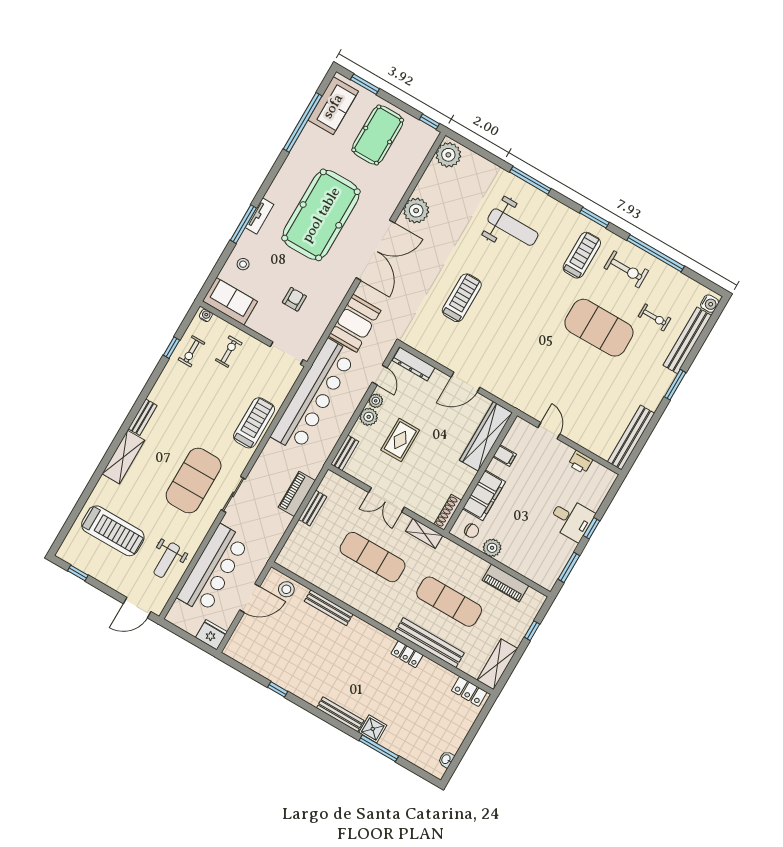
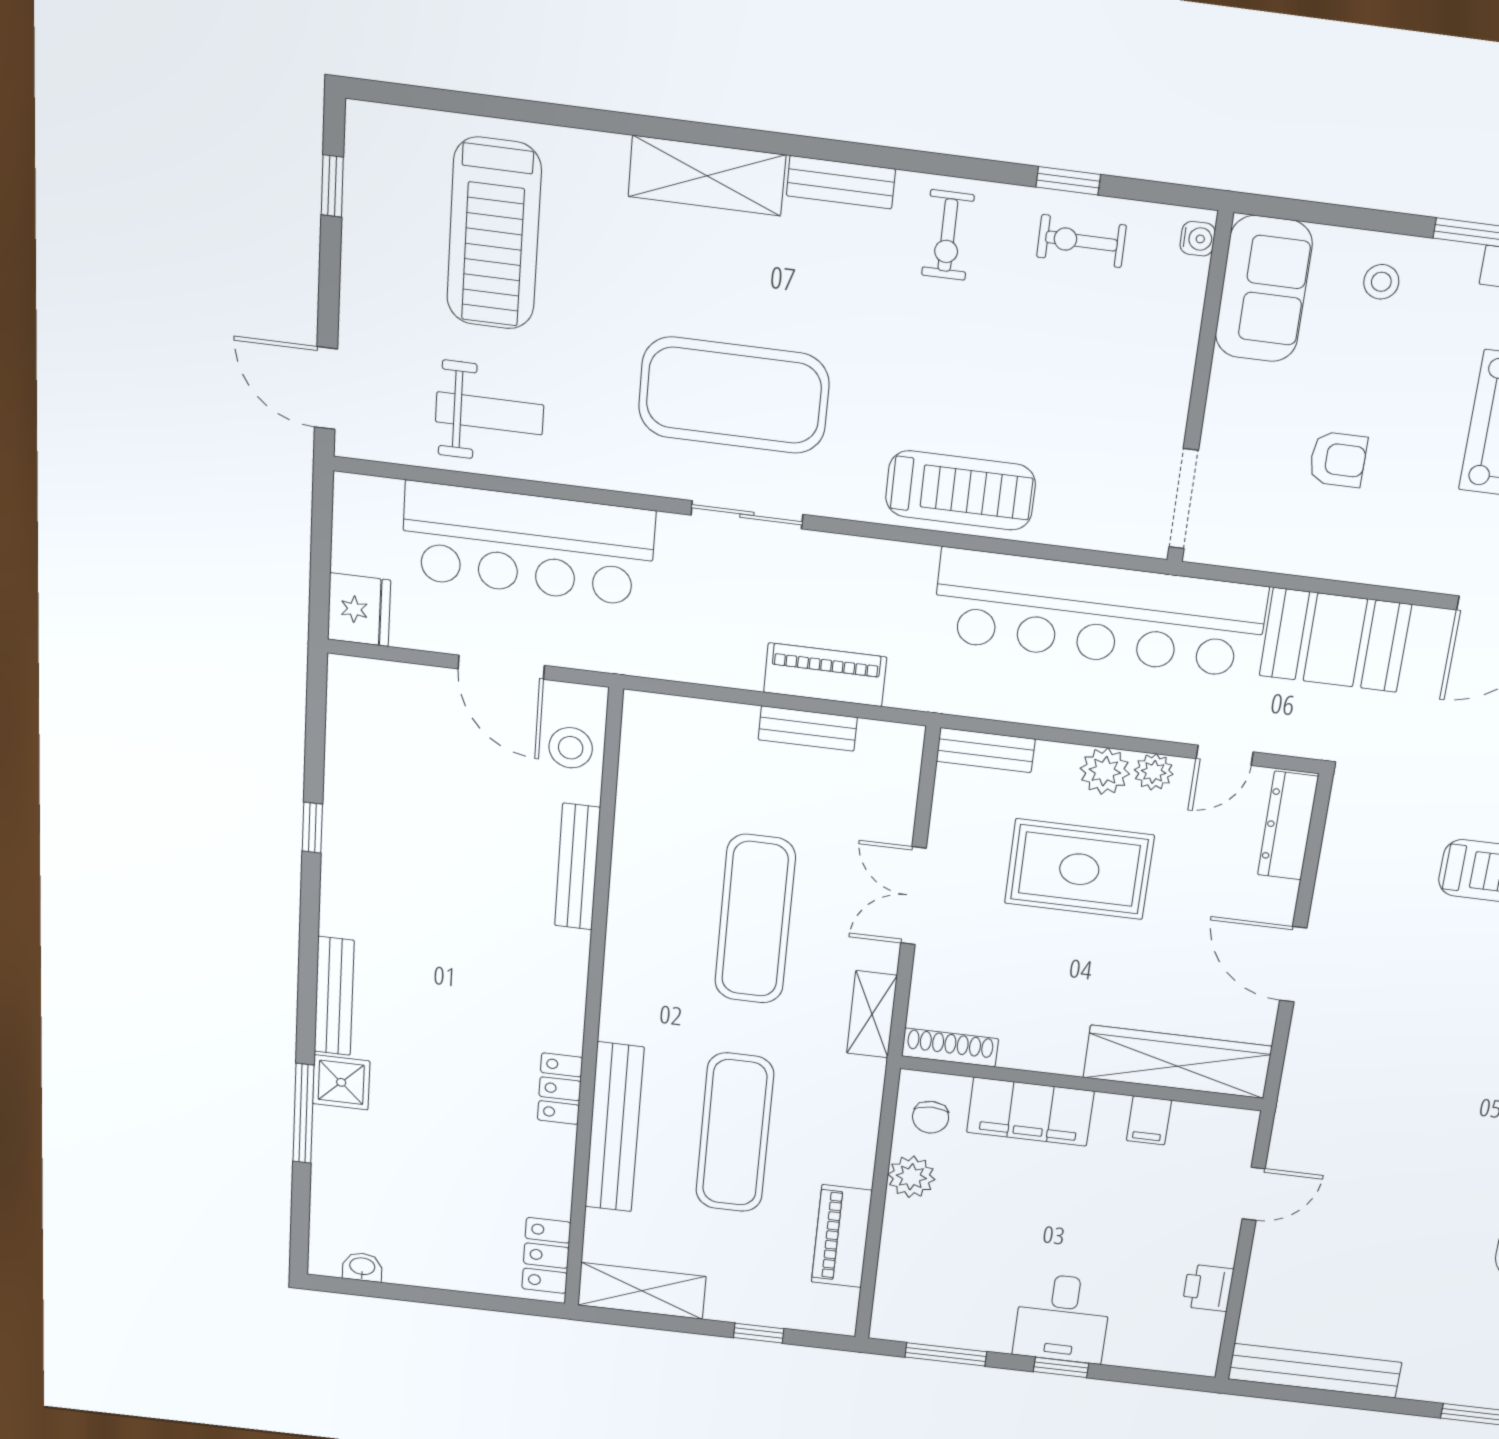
exercise bike: (229, 352) -> (948, 235), moved, turned 90
rug: (400, 440) -> (1079, 869), width x1.36, depth x1.43
weight bench: (167, 560) -> (490, 413), turned 180

